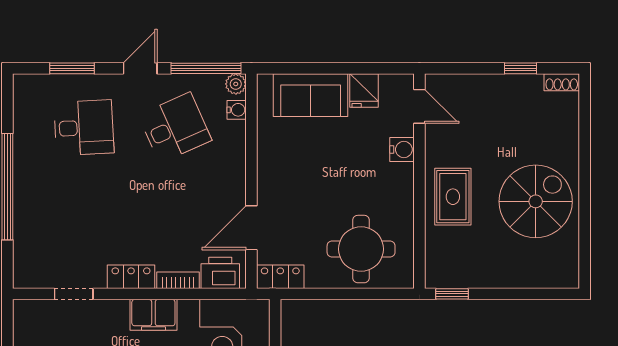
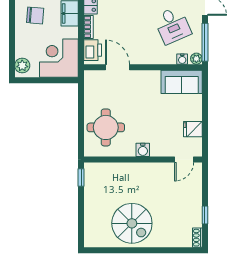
sofa: (311, 95) -> (182, 82), moved, turned -90
water cooler: (402, 150) -> (143, 150), moved
rug: (453, 197) -> (135, 178), removed
locker: (280, 277) -> (90, 83), removed

